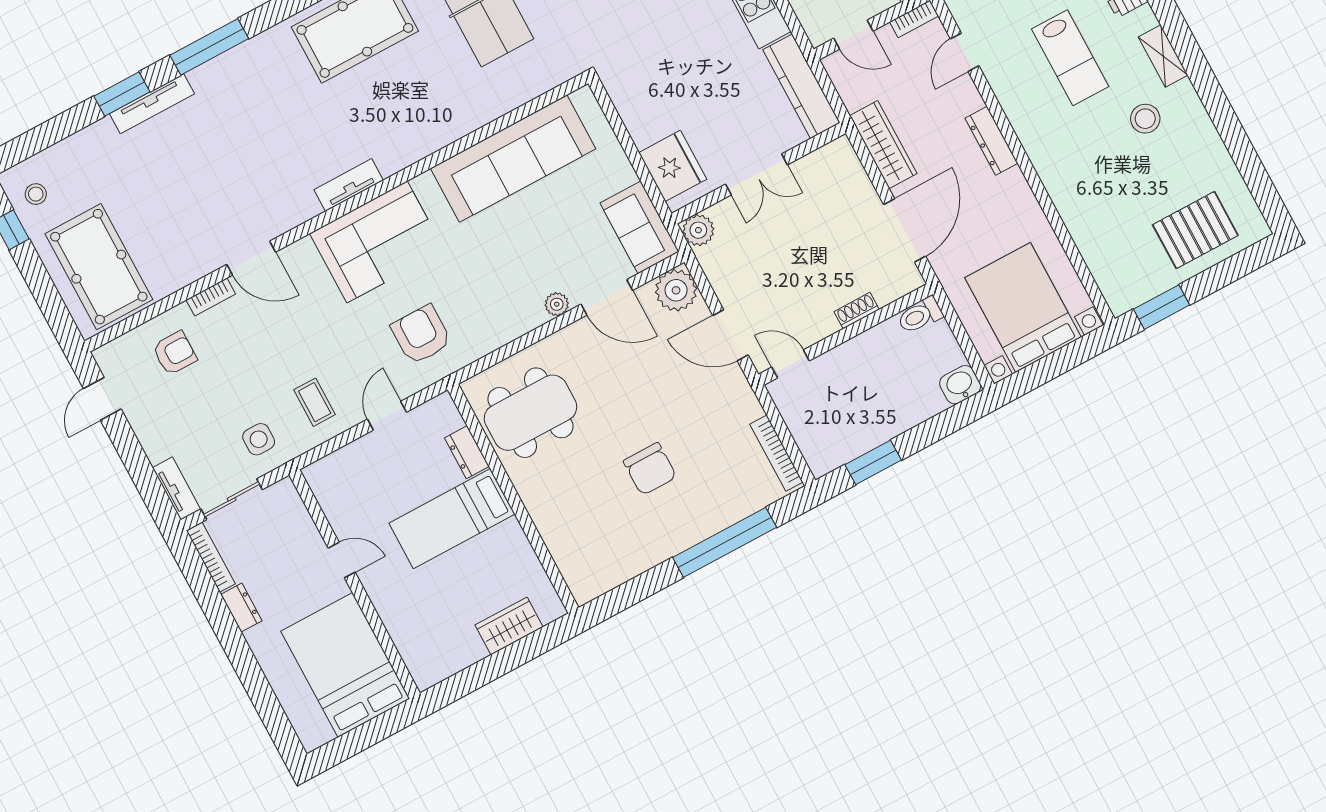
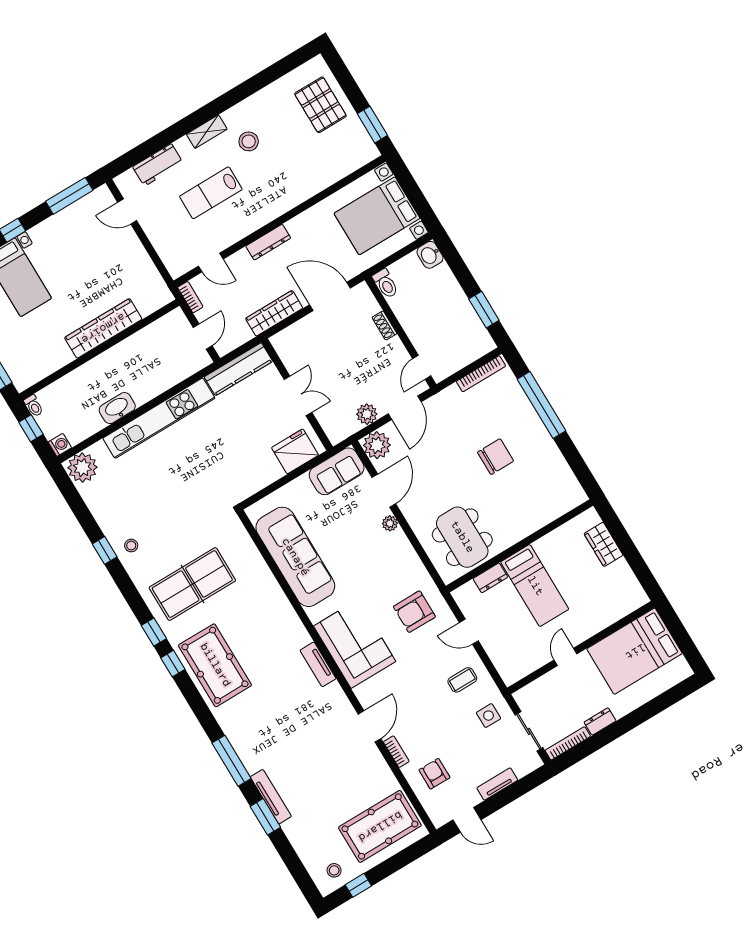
lab bench: (1070, 58) -> (211, 193), turned 180
plant: (698, 230) -> (367, 414), moved
tv unit: (176, 489) -> (497, 784), moved

